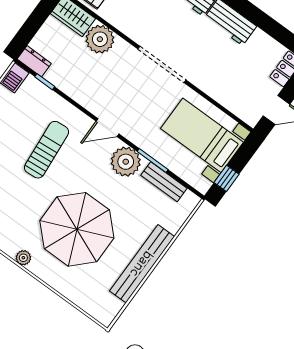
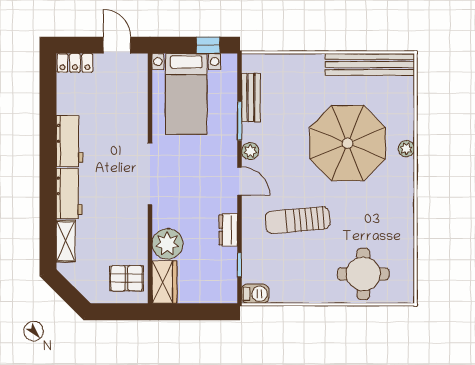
dresser: (34, 61) -> (228, 230), moved
plant: (126, 162) -> (250, 151), width x0.53, depth x0.53
plant: (23, 258) -> (406, 149), moved
bench: (142, 264) -> (370, 65), moved

